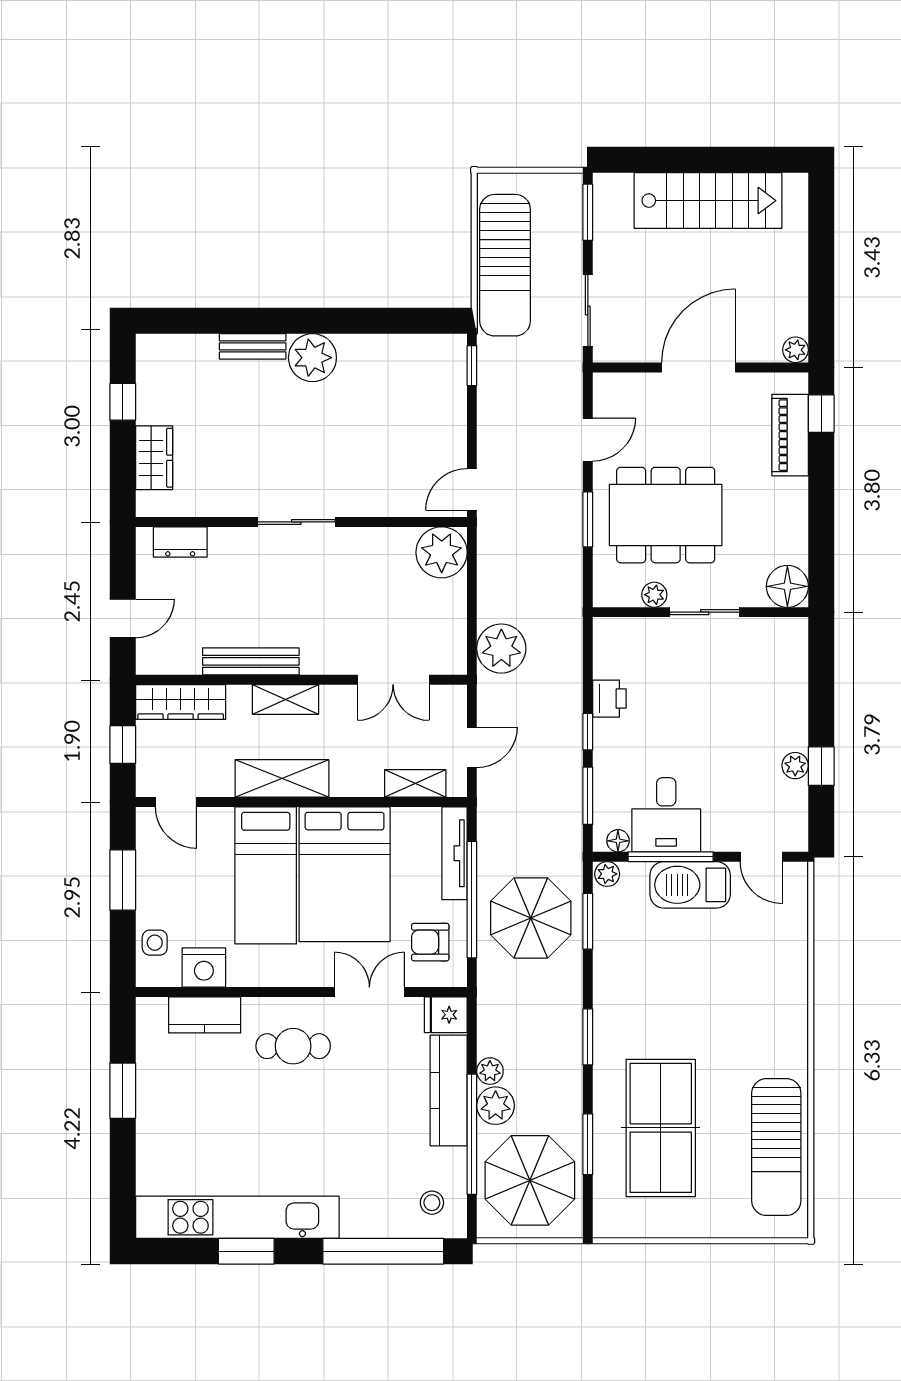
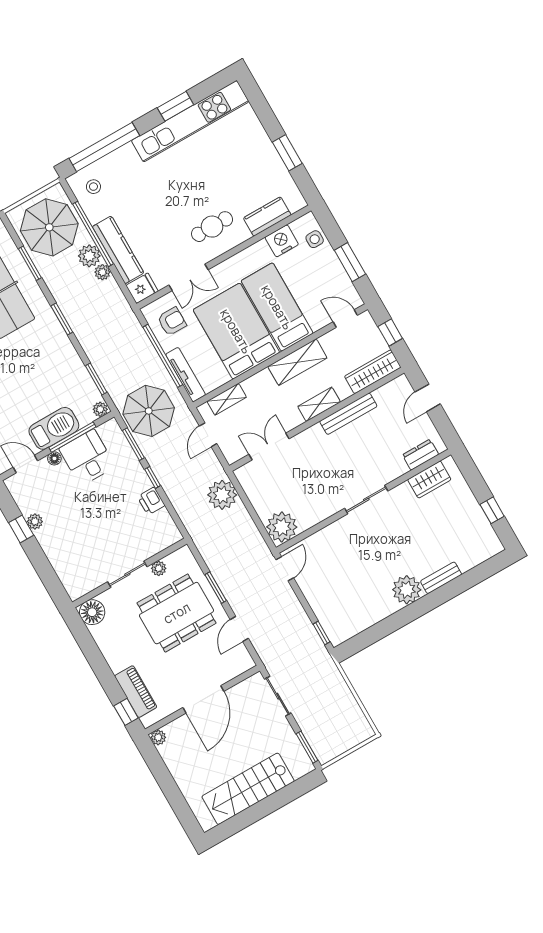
sun lounger: (505, 265) -> (334, 695), removed
wardrobe: (154, 458) -> (429, 480), moved, turned -90
floor lamp: (618, 841) -> (54, 458), moved
parasol: (531, 918) -> (149, 411), moved

